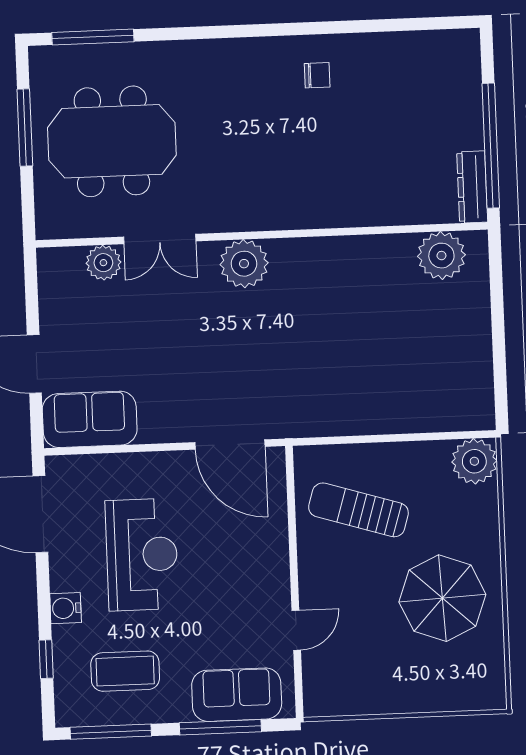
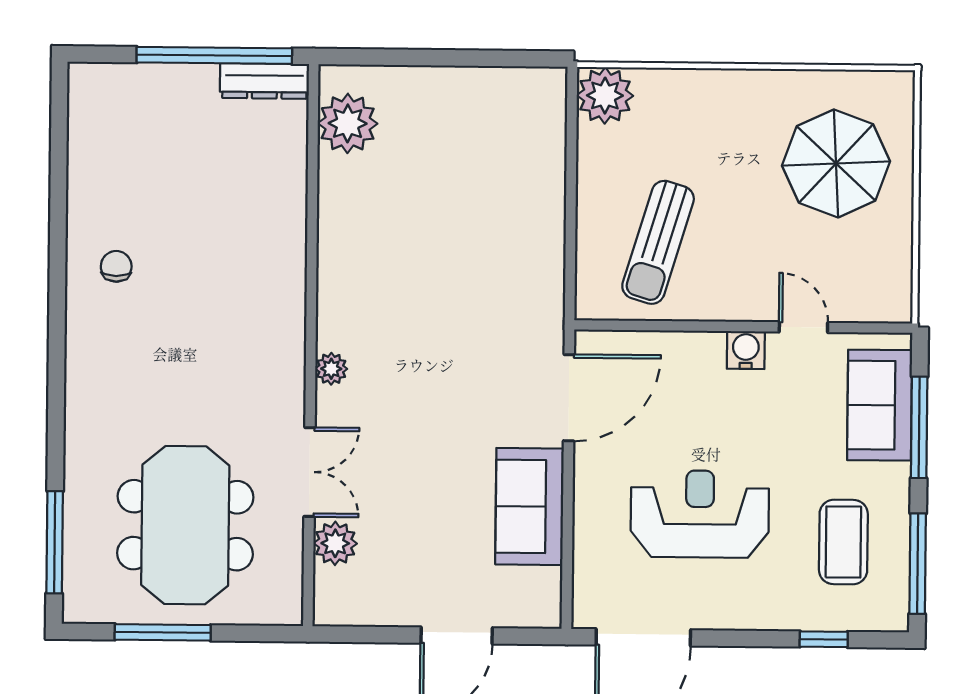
plant: (244, 264) -> (331, 369), width x0.53, depth x0.53
sofa: (90, 419) -> (529, 506), moved
parasol: (442, 598) -> (836, 163), moved
water cooler: (66, 608) -> (746, 350), moved, turned 180

